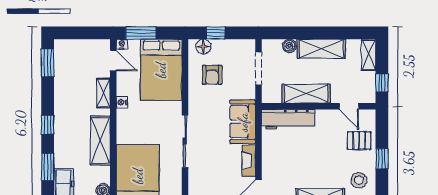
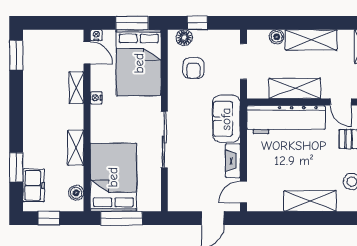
window: (141, 33) -> (132, 23), moved
workbench: (288, 119) -> (286, 120), width x1.36, depth x1.32
window: (48, 125) -> (16, 122), removed
shelving: (100, 141) -> (76, 148), width x0.67, depth x0.75

